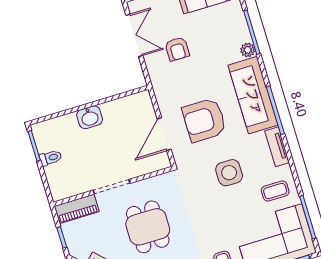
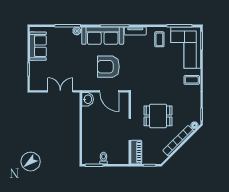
double door: (134, 35) -> (60, 91), moved
armchair: (177, 49) -> (64, 70), removed
washbasin: (90, 117) -> (88, 99), moved
armchair: (204, 120) -> (108, 67), turned 90
side table: (229, 173) -> (142, 62), removed

